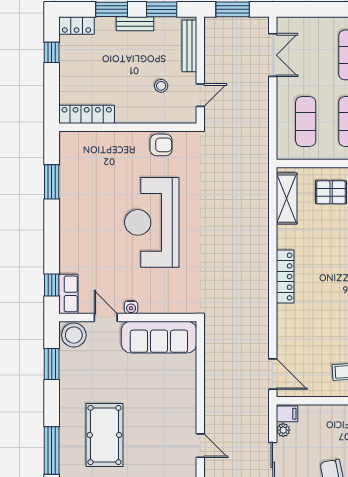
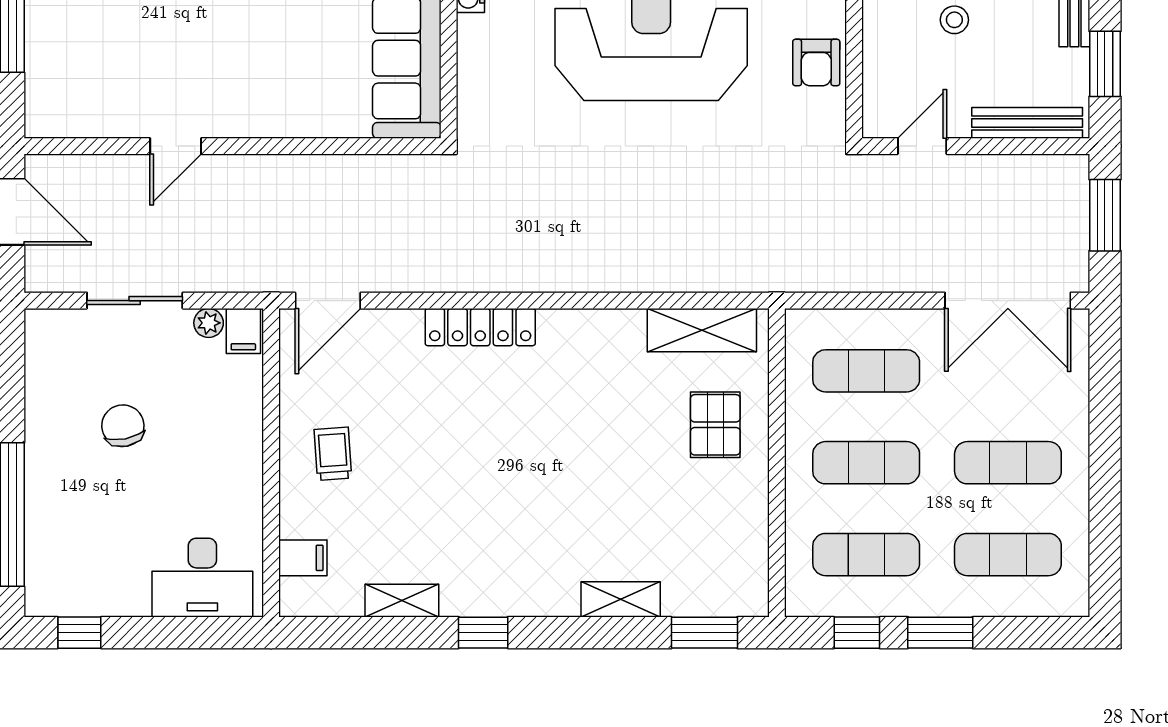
double door: (273, 55) -> (1008, 301), width x1.37
stool: (161, 86) -> (954, 20), moved
door: (200, 95) -> (922, 146), swing flipped
locker: (285, 277) -> (480, 327), moved

